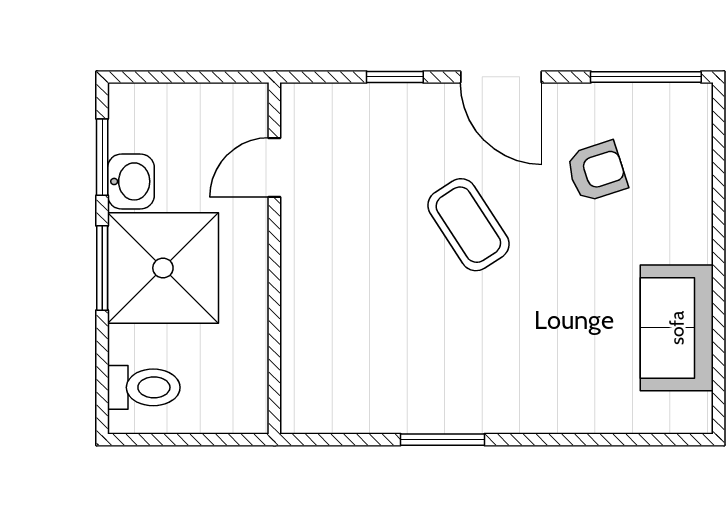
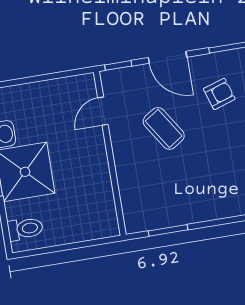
door: (274, 167) -> (103, 111), moved
wall: (274, 258) -> (110, 153), moved

